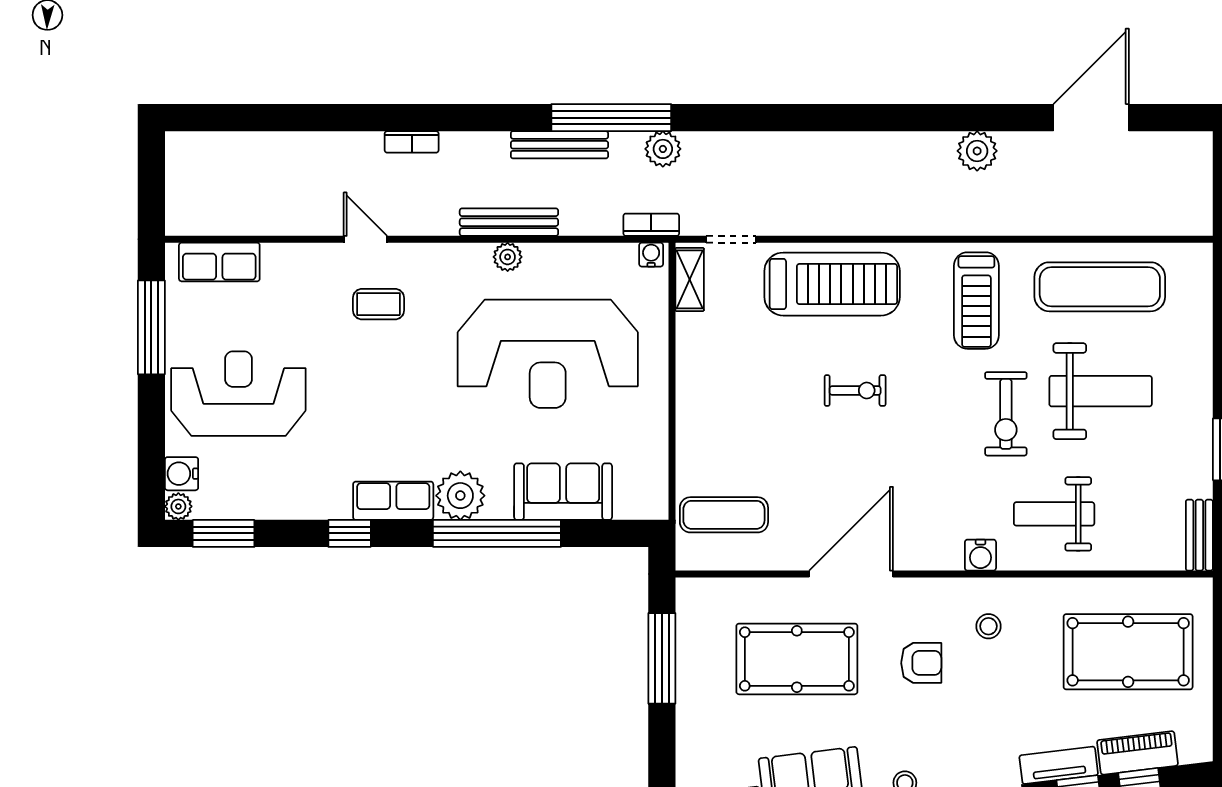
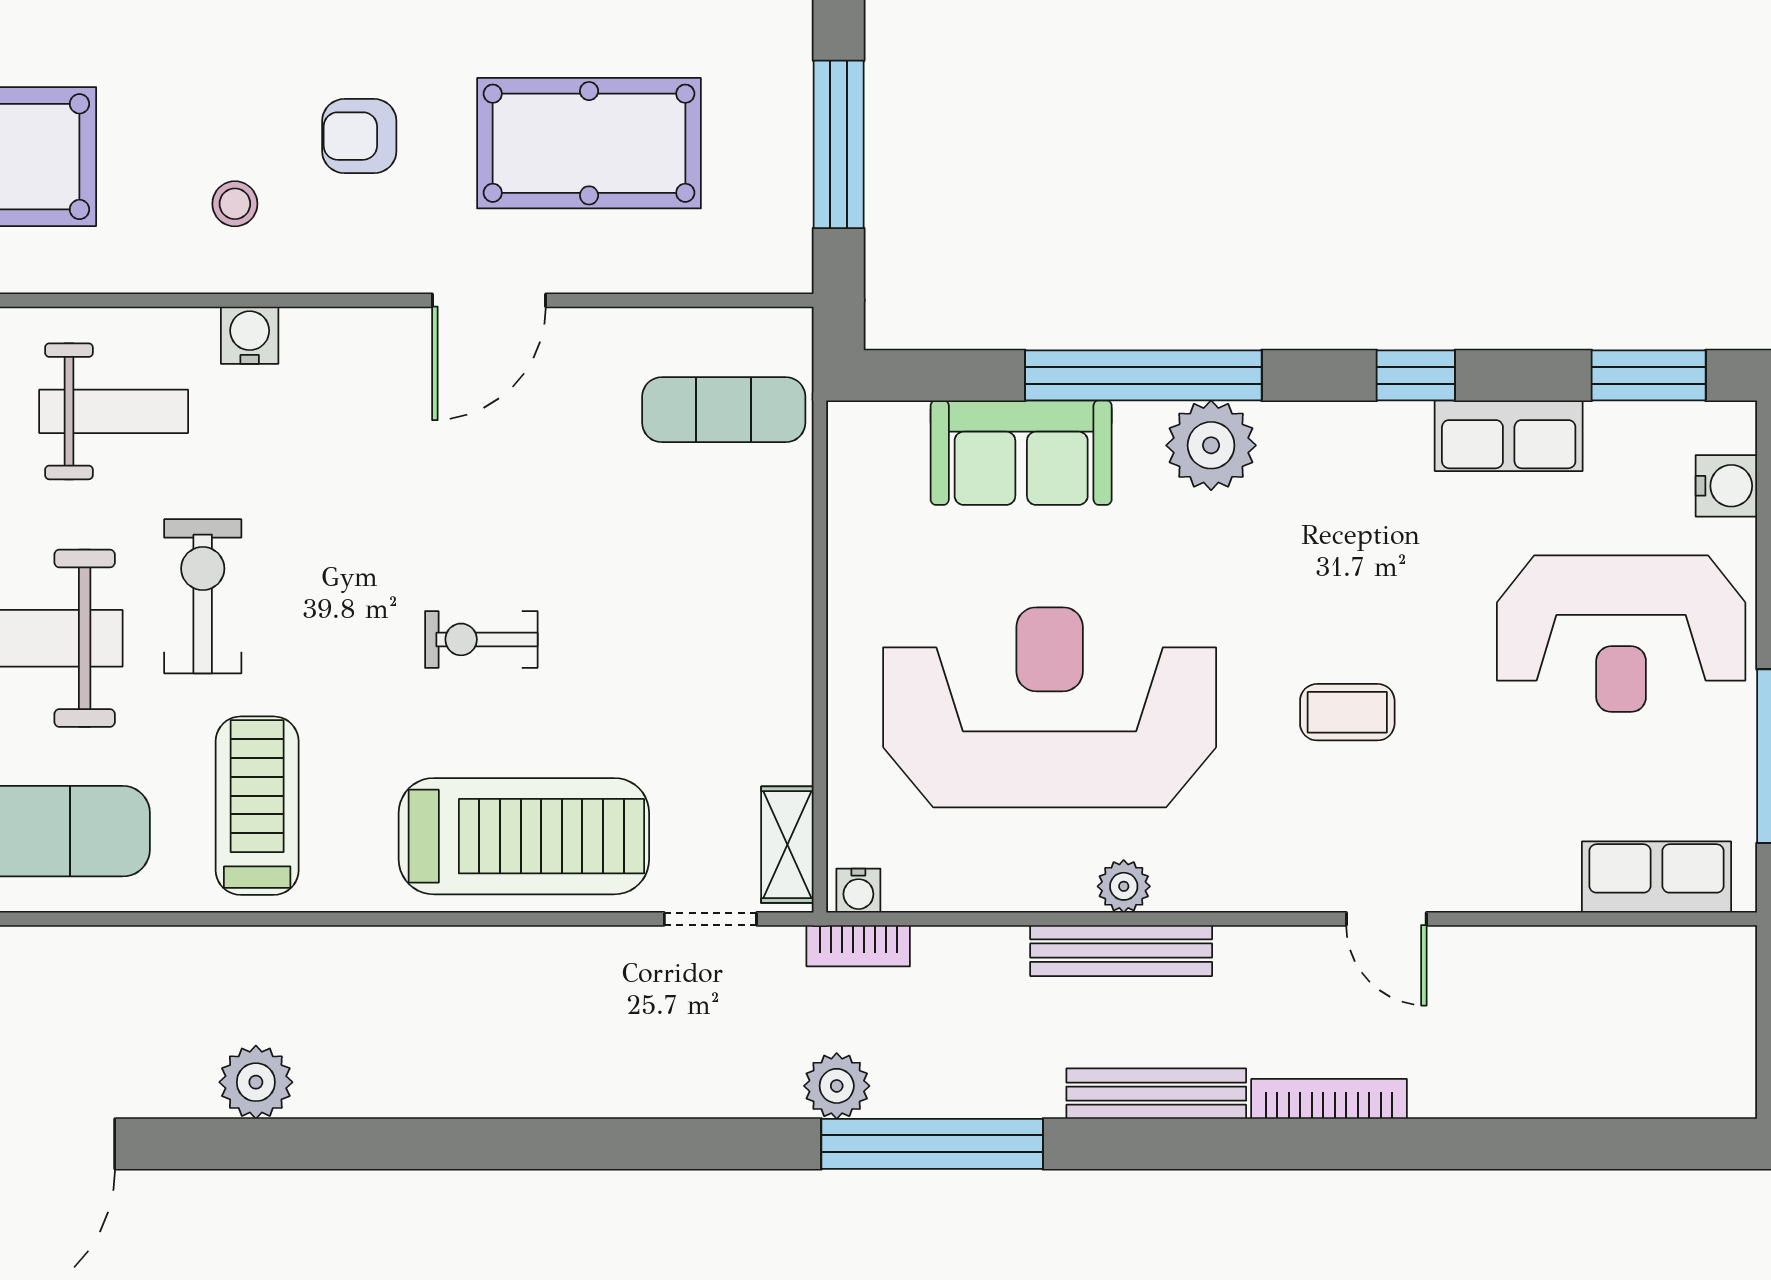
bookcase: (412, 142) -> (1329, 1099), width x1.56
bench: (559, 145) -> (1156, 1094), moved
treadmill: (832, 284) -> (524, 836), turned 180
coffee table: (379, 304) -> (1347, 712), moved
row of seats: (393, 501) -> (1509, 436), moved
plant: (178, 506) -> (1732, 425), removed
door: (851, 574) -> (489, 300), width x0.73

